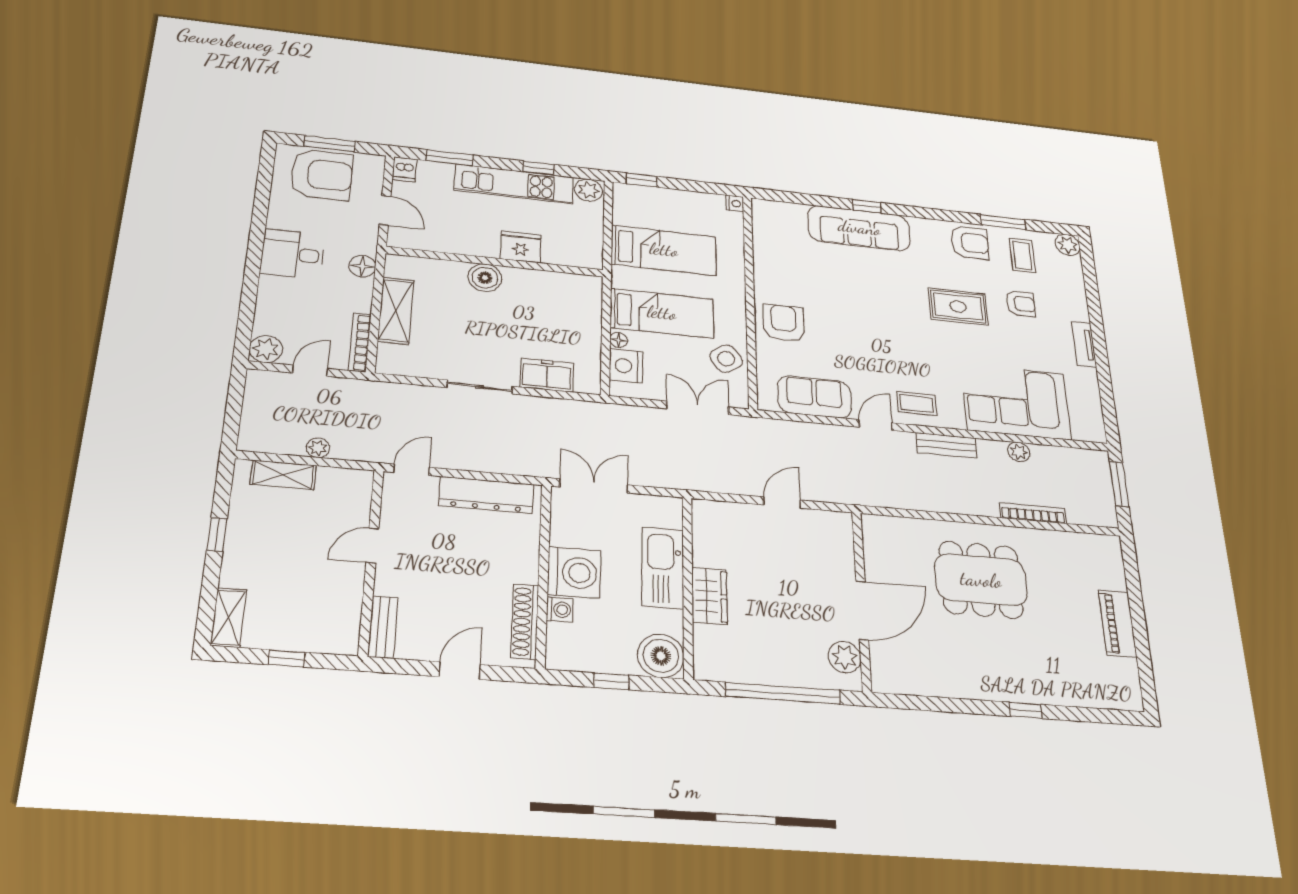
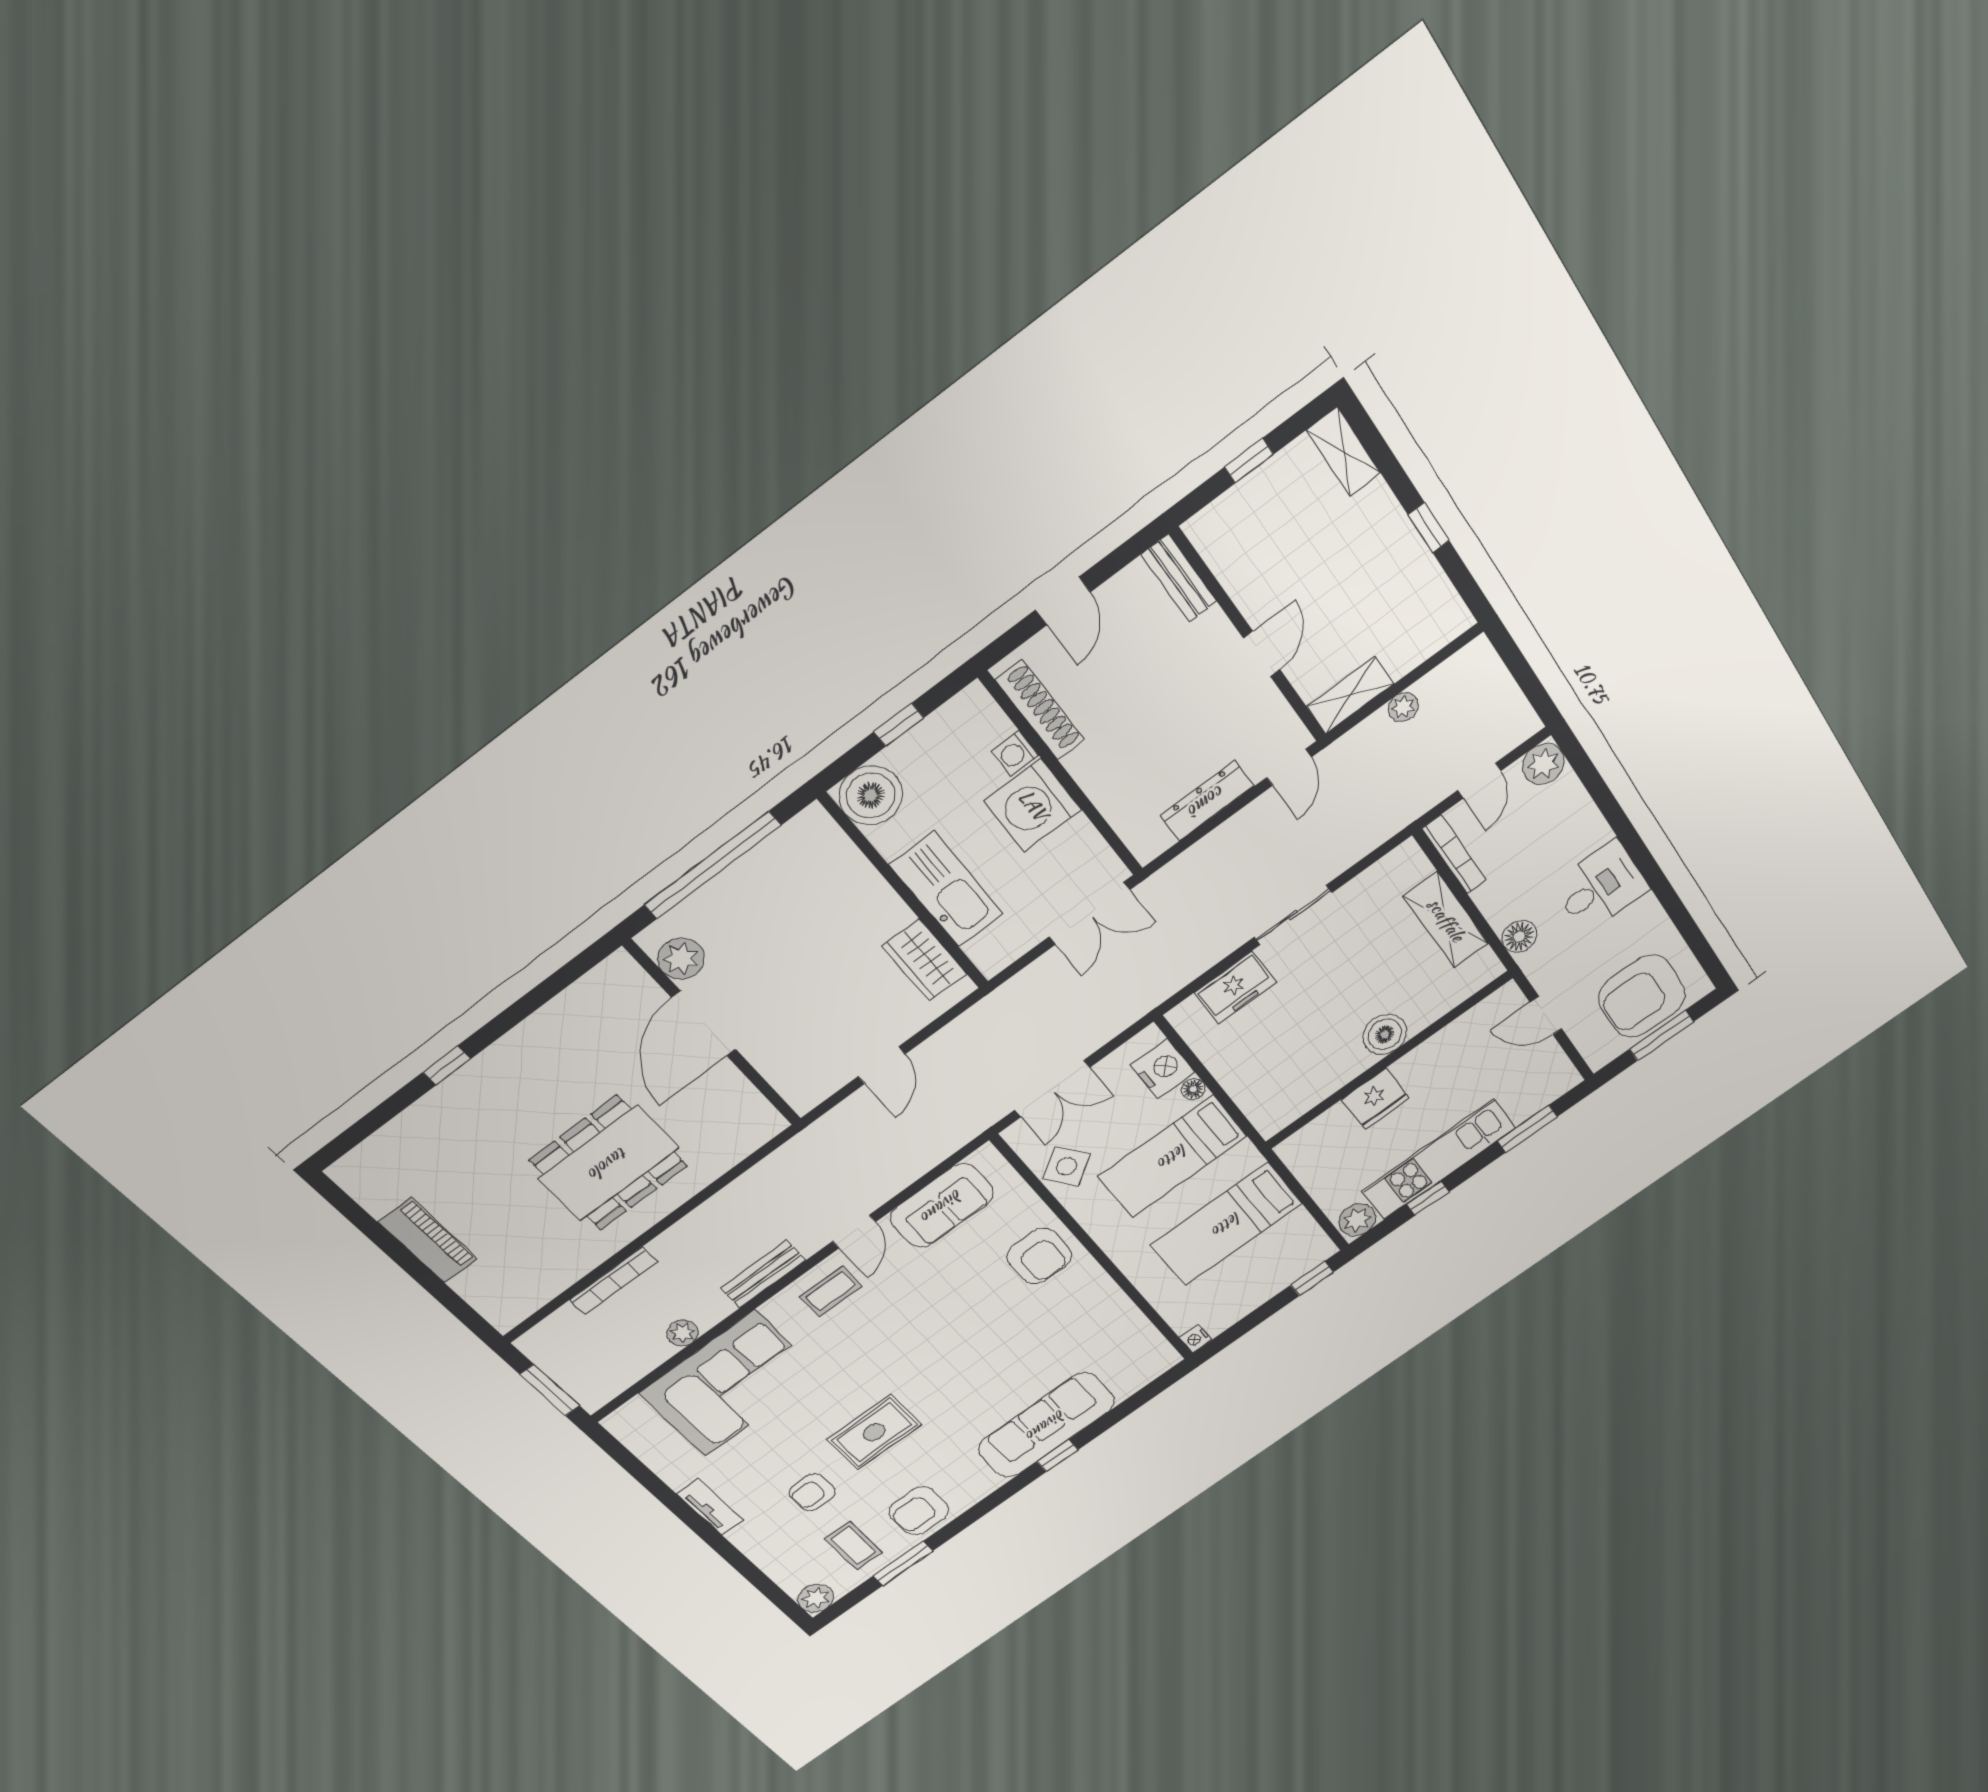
dishwasher: (404, 169) -> (1563, 1076), removed
shelving: (283, 475) -> (1350, 695), moved
dresser: (486, 495) -> (1207, 801), width x0.73, depth x0.80
wardrobe: (709, 596) -> (924, 960), moved

